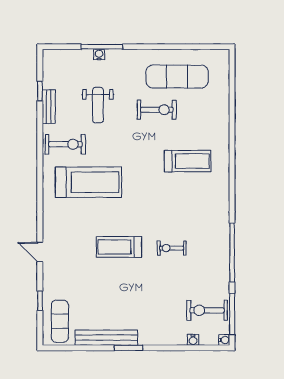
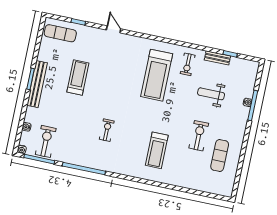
exercise mat: (177, 77) -> (220, 156), width x0.73, depth x0.69
exercise bike: (157, 110) -> (199, 136), turned 180
exercise bike: (65, 144) -> (188, 64), width x0.73, depth x0.72
treadmill: (119, 247) -> (78, 77), moved
exercise bike: (172, 248) -> (107, 130), moved
door: (40, 252) -> (114, 29), hinge flipped
bench: (106, 338) -> (37, 84), moved

